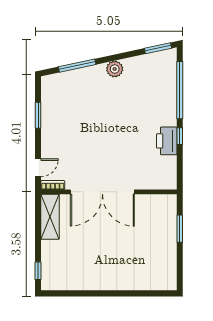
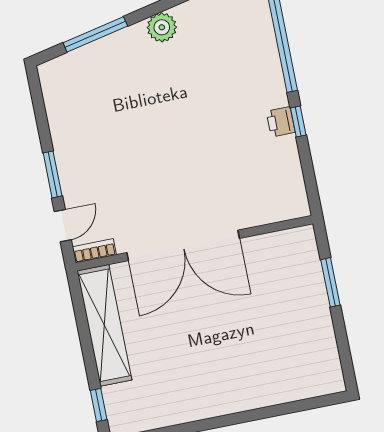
window: (38, 115) -> (53, 174), moved
printer: (167, 141) -> (281, 122), width x0.53, depth x0.68
shelving: (50, 217) -> (104, 325), width x1.47

